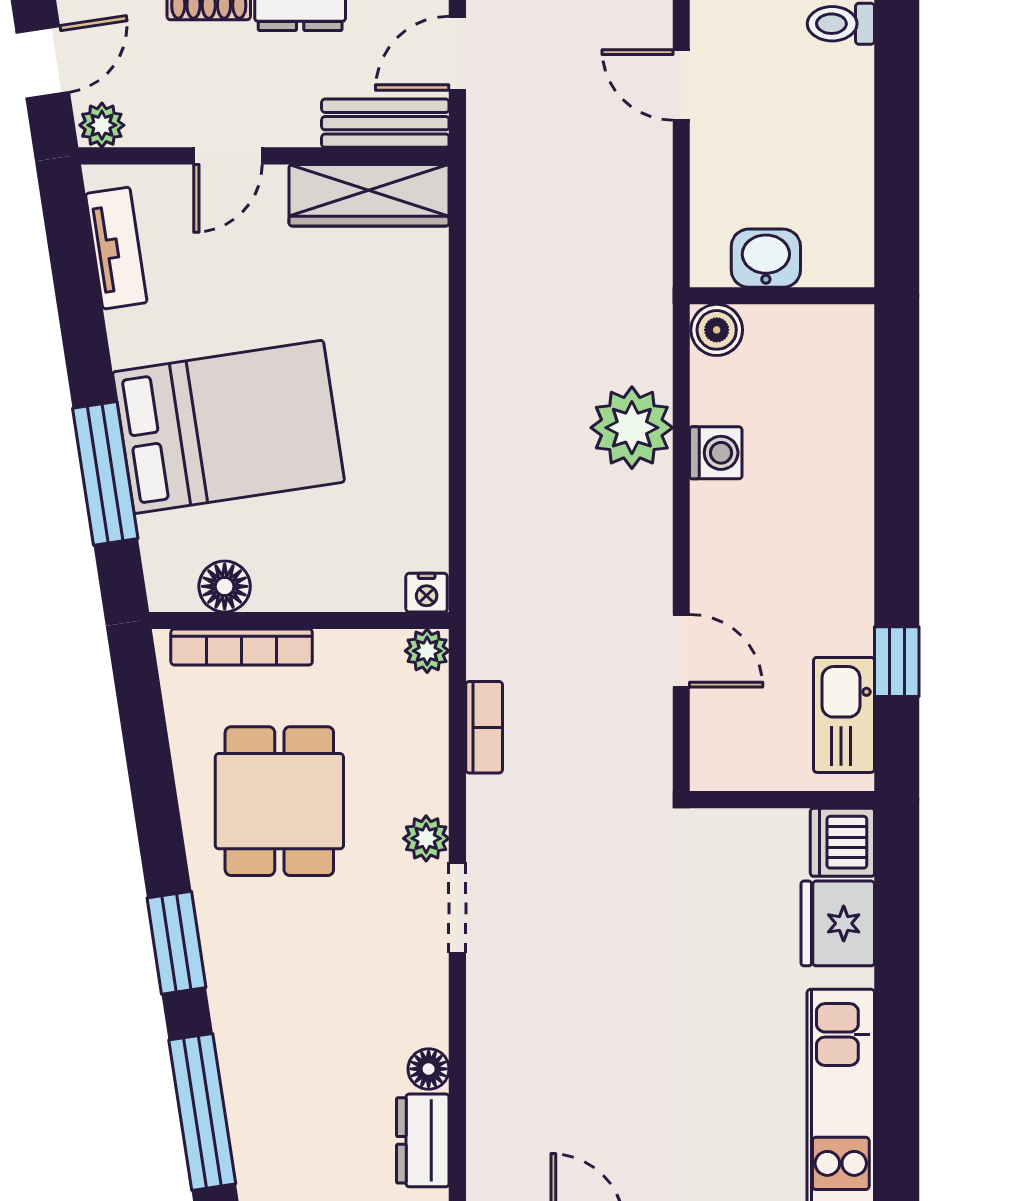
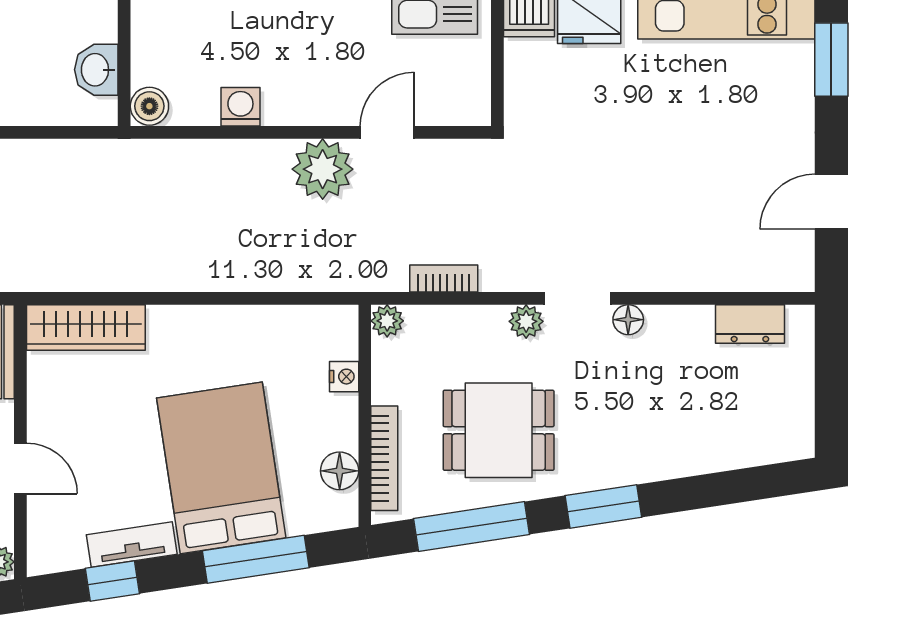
wardrobe: (369, 195) -> (86, 327), moved, turned 90
tv unit: (116, 248) -> (132, 545), moved
window: (76, 280) -> (112, 581), added
plant: (632, 428) -> (323, 169), moved
nightstand: (427, 593) -> (344, 377), moved
floor lamp: (429, 1069) -> (628, 320), moved
window: (202, 1112) -> (471, 526), moved

